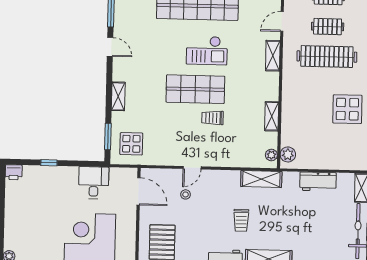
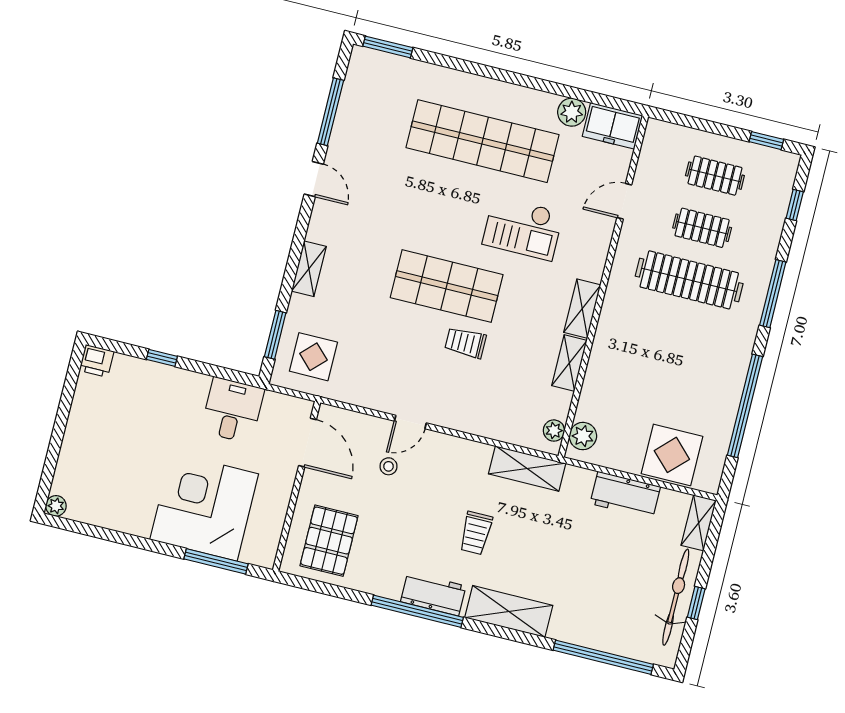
checkout: (207, 50) -> (523, 228), moved
shelving: (273, 56) -> (582, 309), moved
display table: (347, 109) -> (672, 455), moved

